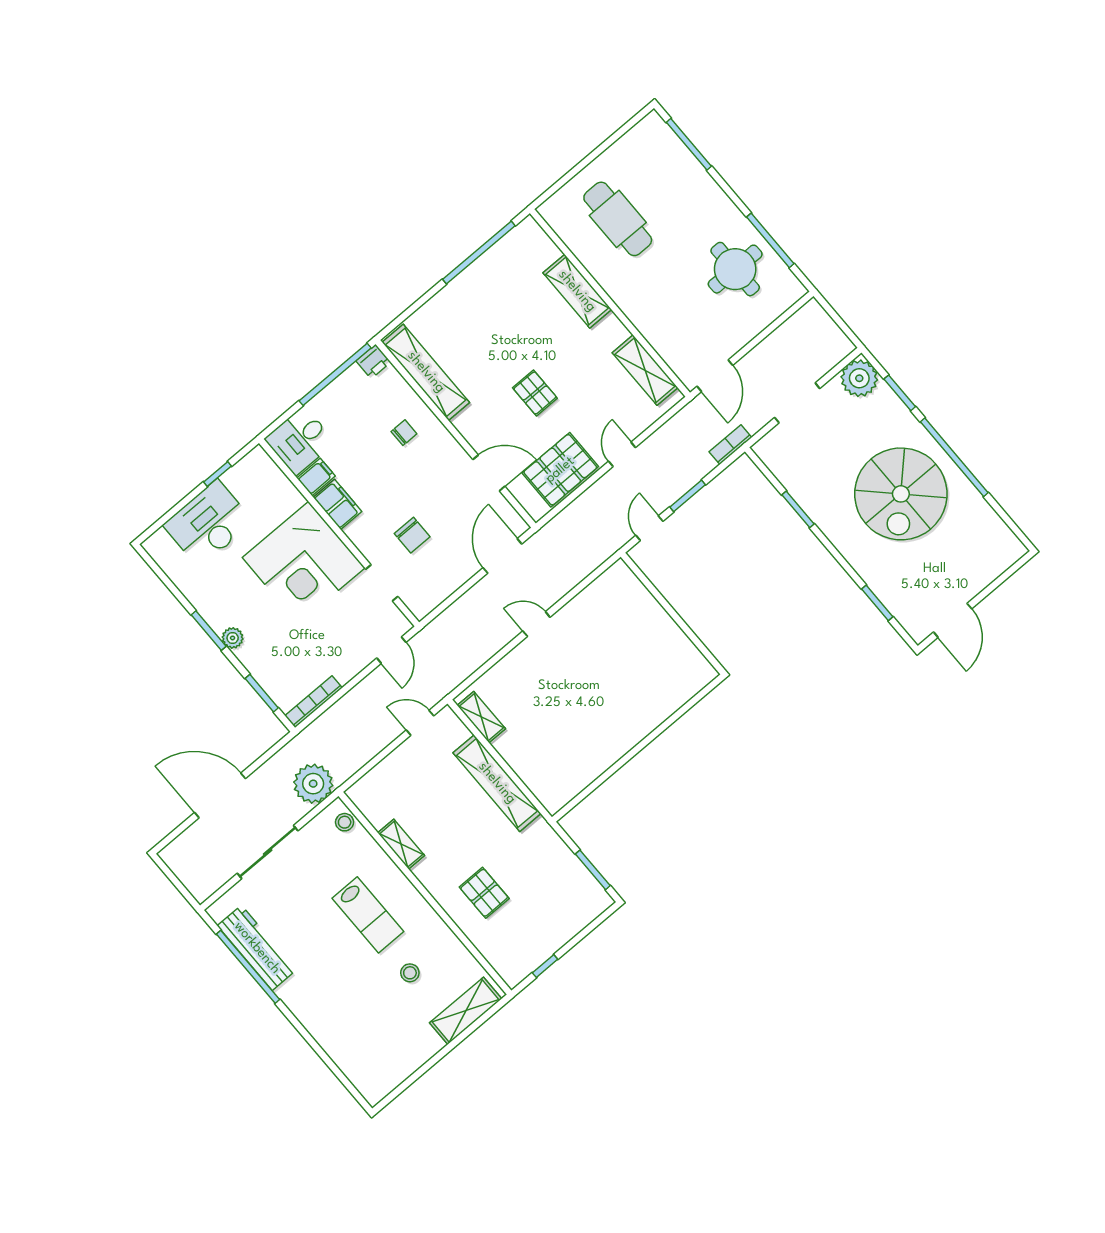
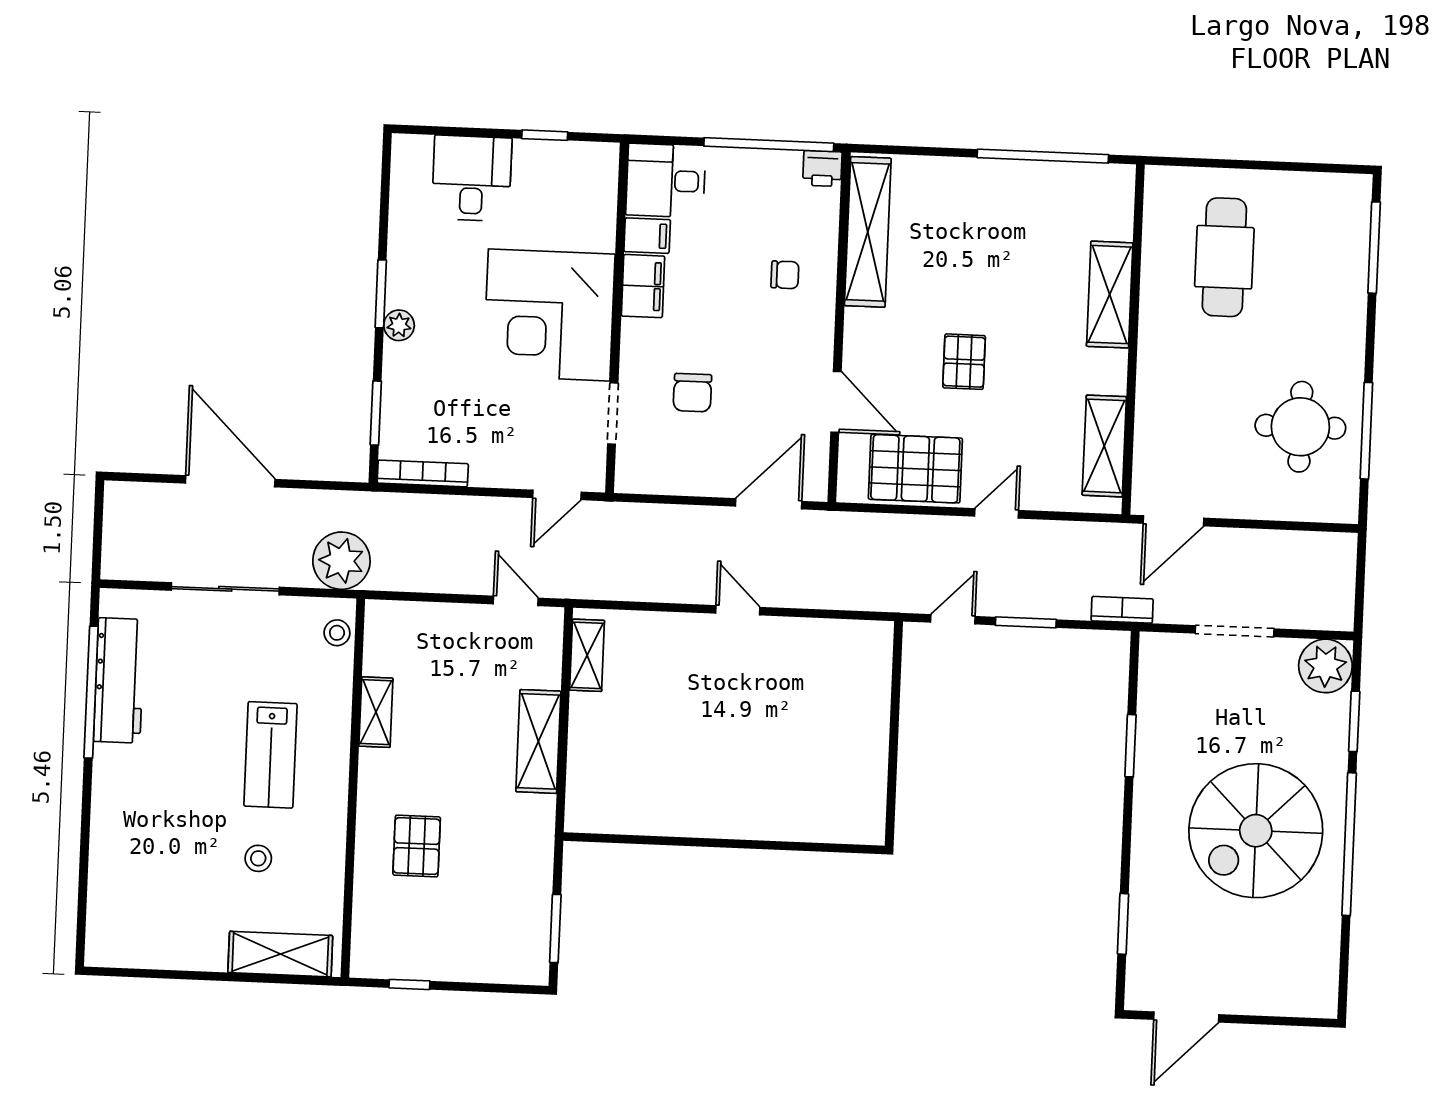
desk: (208, 523) -> (472, 178), width x0.73
shelving: (497, 783) -> (538, 741), width x0.68

